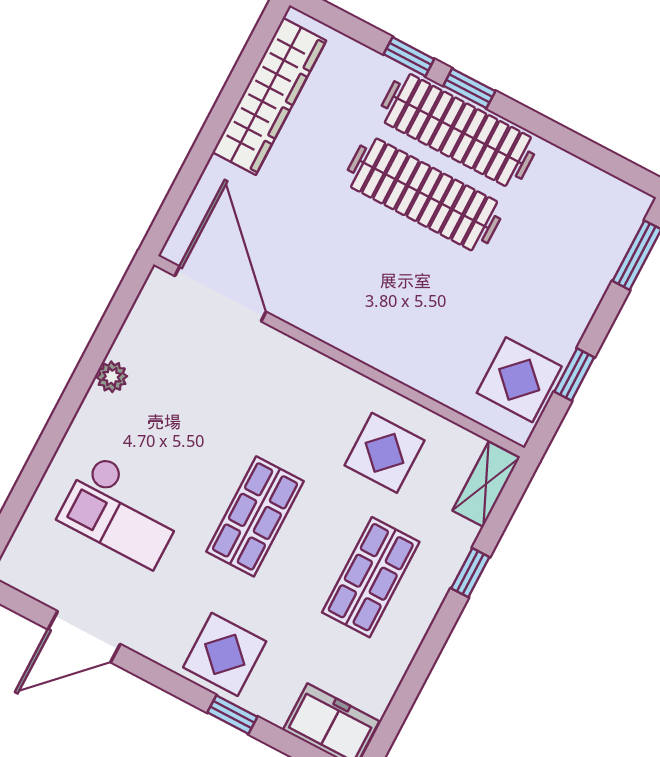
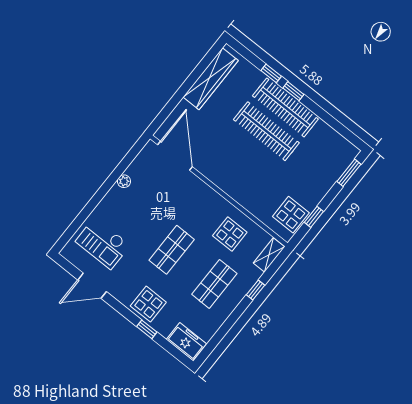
checkout: (122, 511) -> (103, 243), moved

